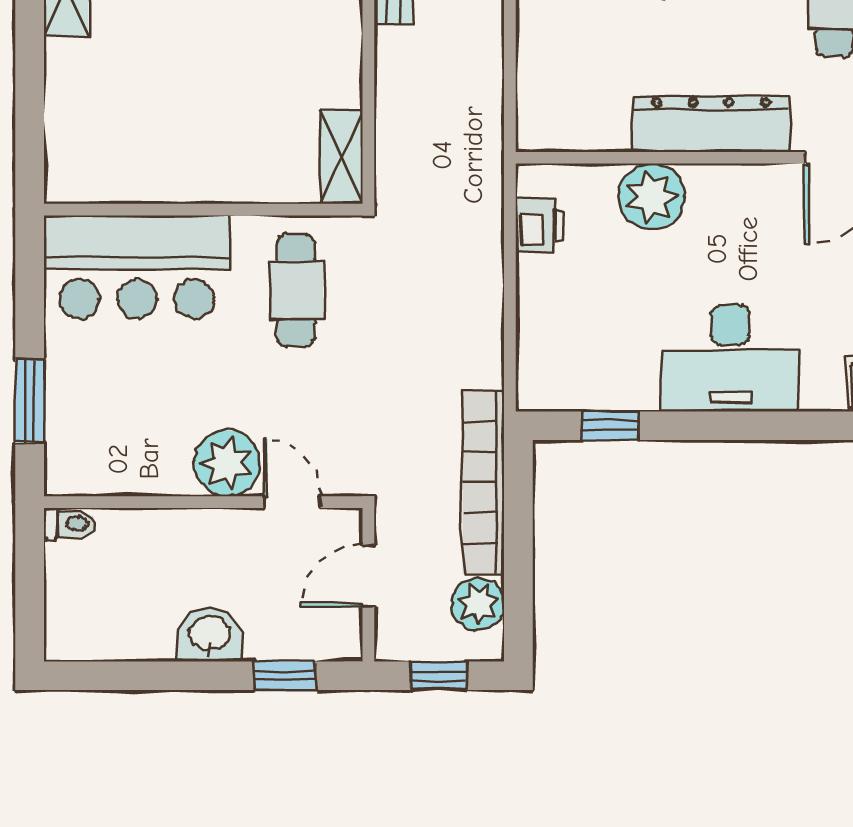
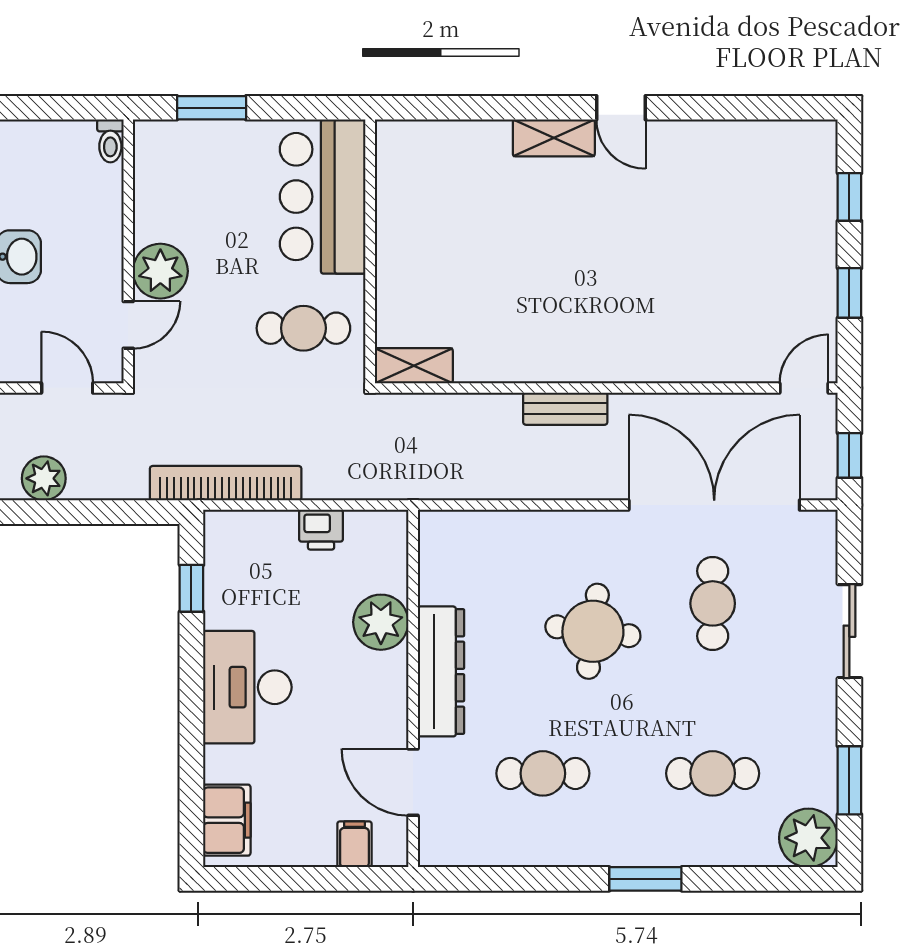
printer: (540, 225) -> (321, 530), moved
bookcase: (483, 482) -> (226, 483), moved

